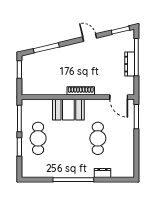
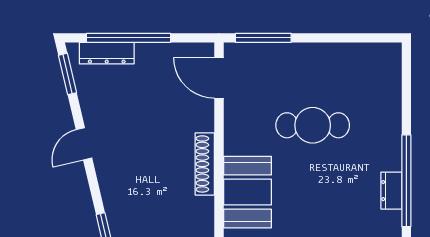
dresser: (130, 64) -> (107, 53), moved
door: (119, 97) -> (219, 78), swing flipped
dresser: (103, 173) -> (391, 191), moved

